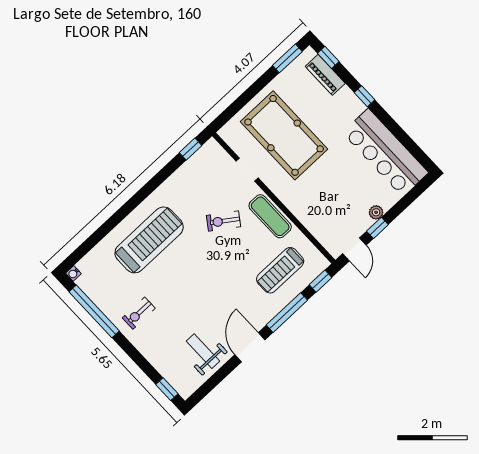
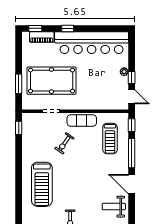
window: (287, 58) -> (19, 84), moved
bar counter: (385, 153) -> (92, 43), width x1.36
treadmill: (149, 240) -> (42, 184), turned 180

